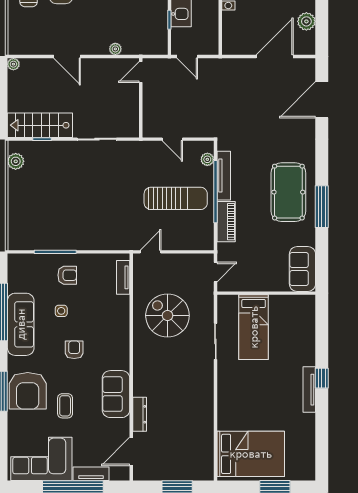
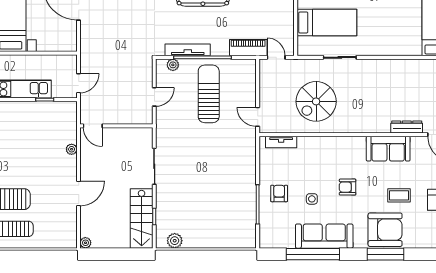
piano: (226, 222) -> (248, 48), moved

